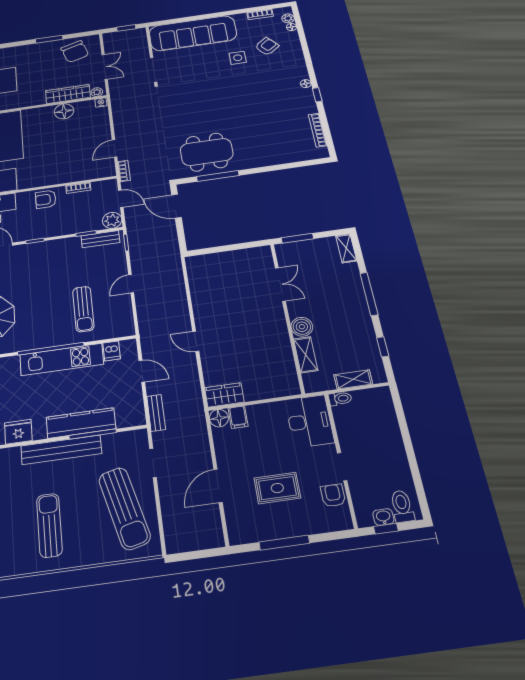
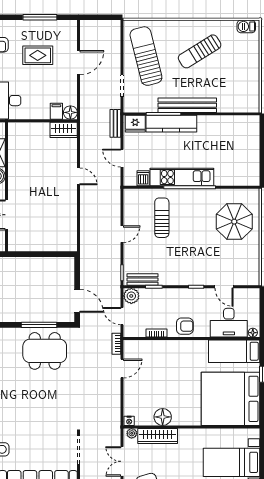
fridge: (18, 432) -> (135, 124), moved
sun lounger: (49, 525) -> (200, 51), turned 58

